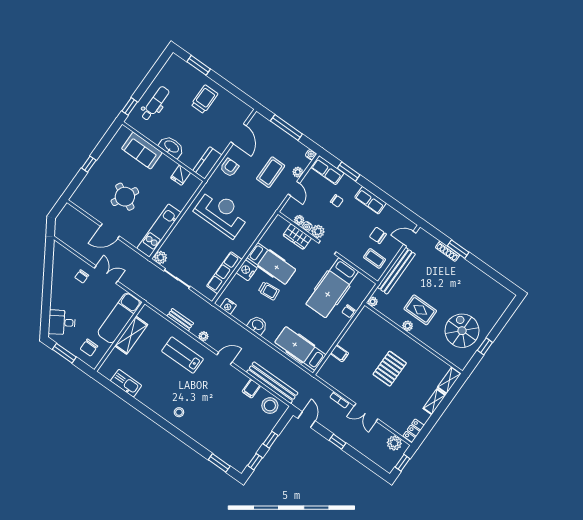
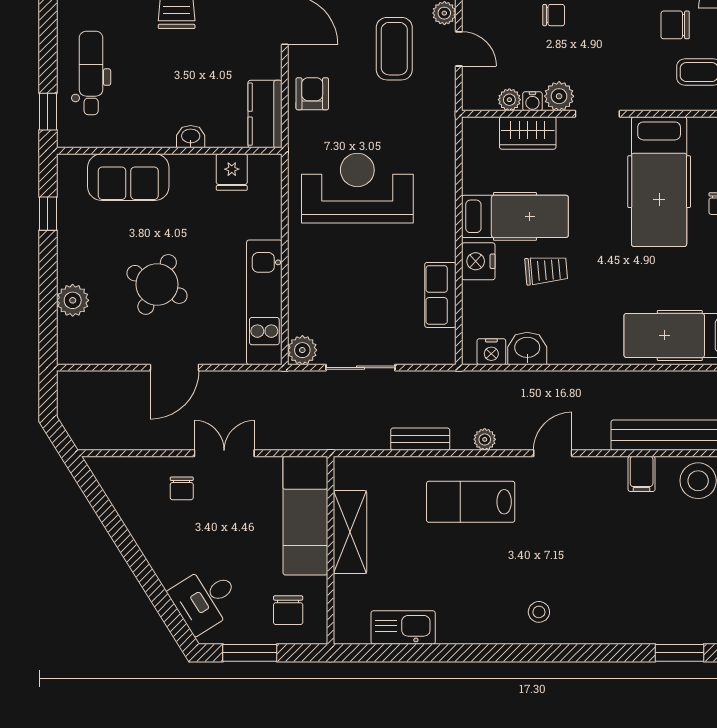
washbasin: (171, 147) -> (191, 137), width x0.52, depth x0.69
window: (89, 164) -> (48, 214), moved
plant: (90, 181) -> (73, 300), added
row of seats: (224, 273) -> (440, 295), width x0.68
washbasin: (257, 325) -> (527, 348), moved

